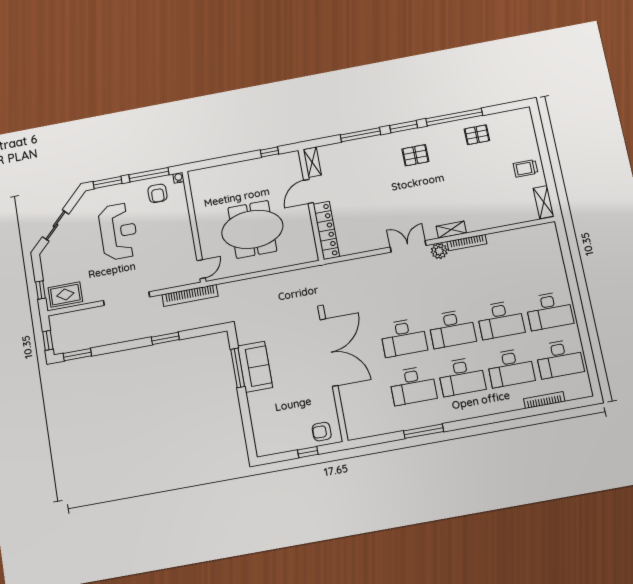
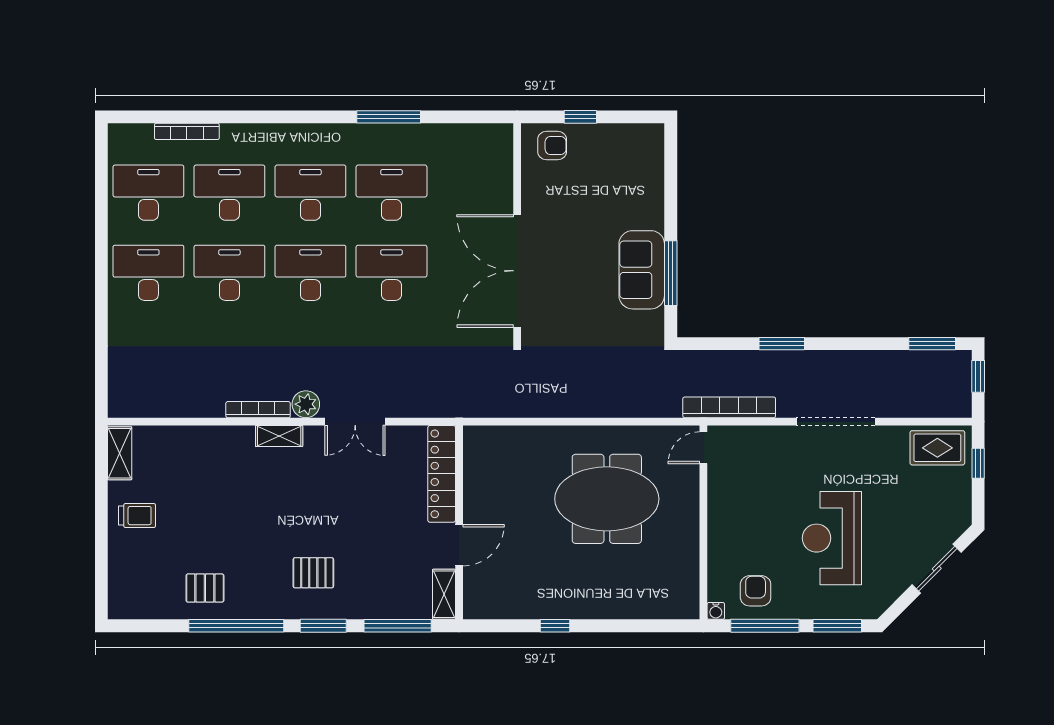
shelving: (312, 162) -> (444, 594), moved
door: (309, 192) -> (459, 545), moved
wall: (311, 204) -> (459, 522), moved
locker: (326, 230) -> (442, 474), moved

